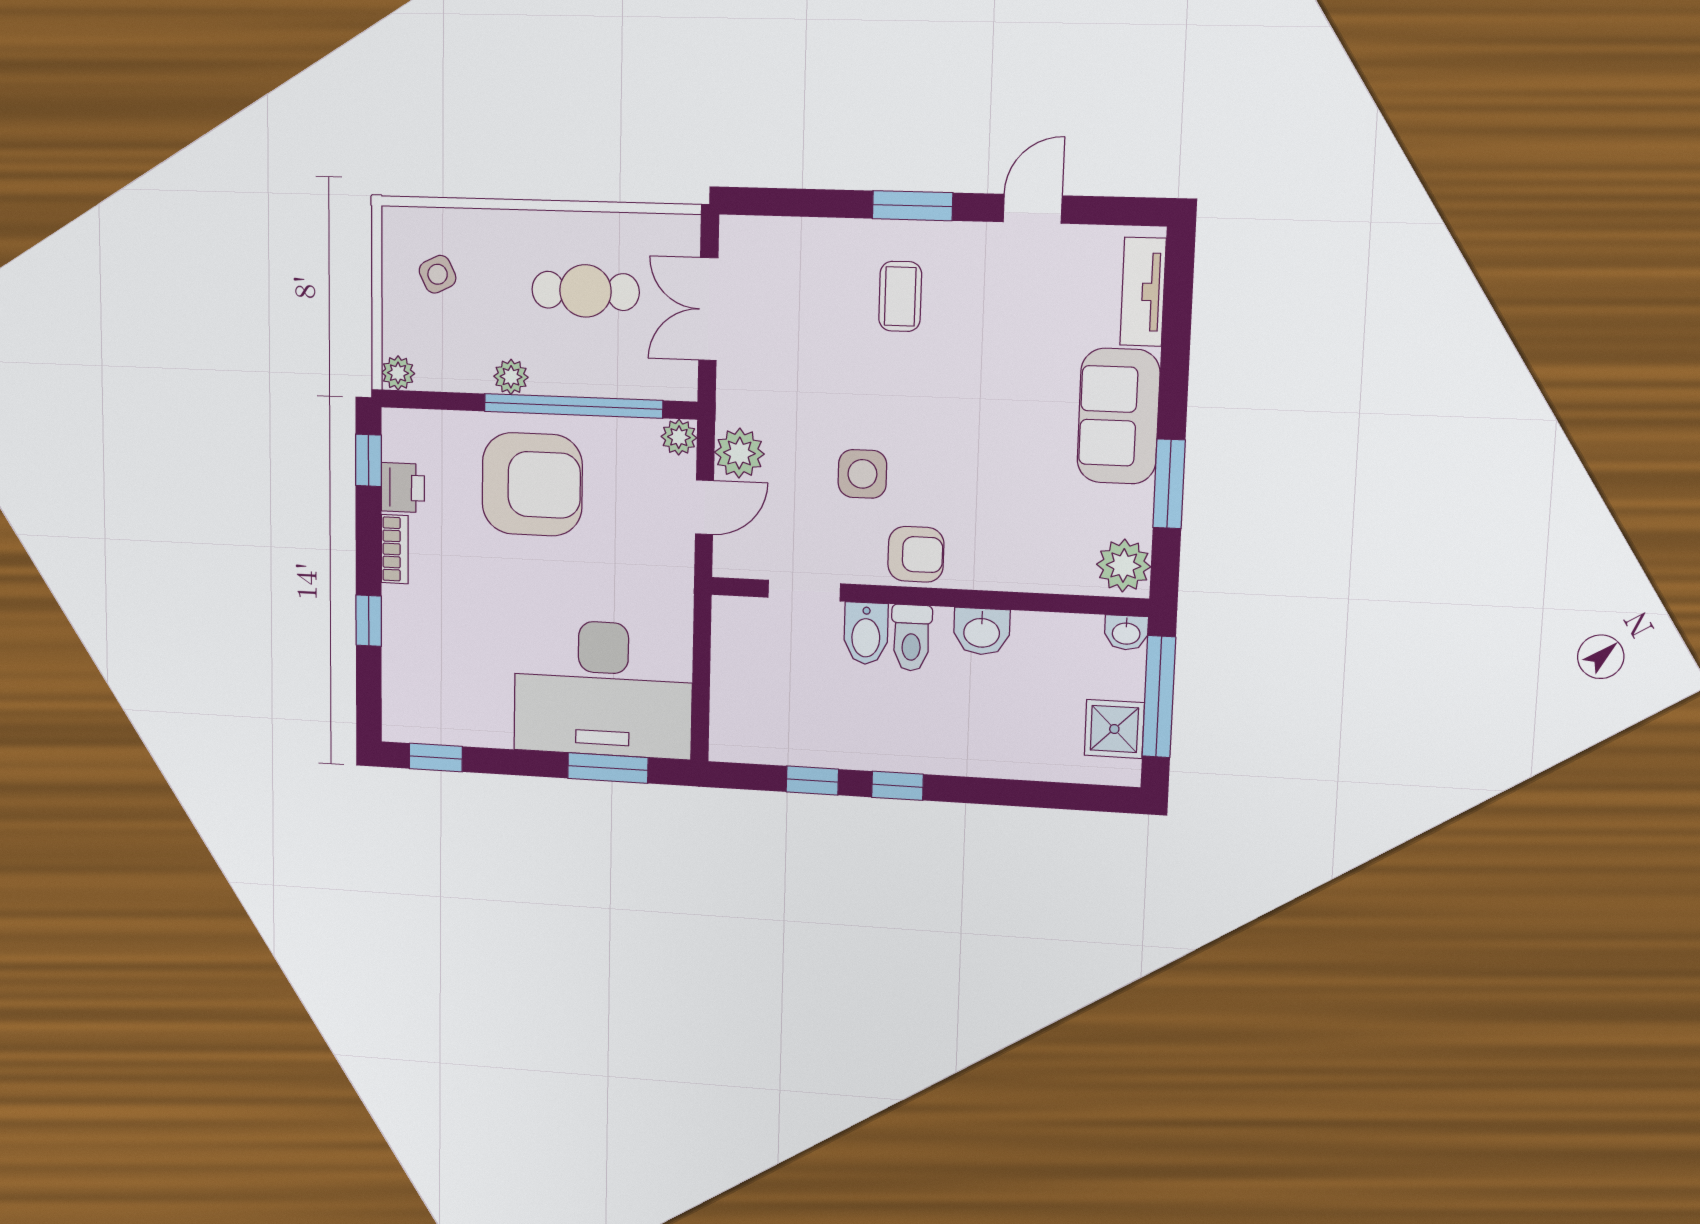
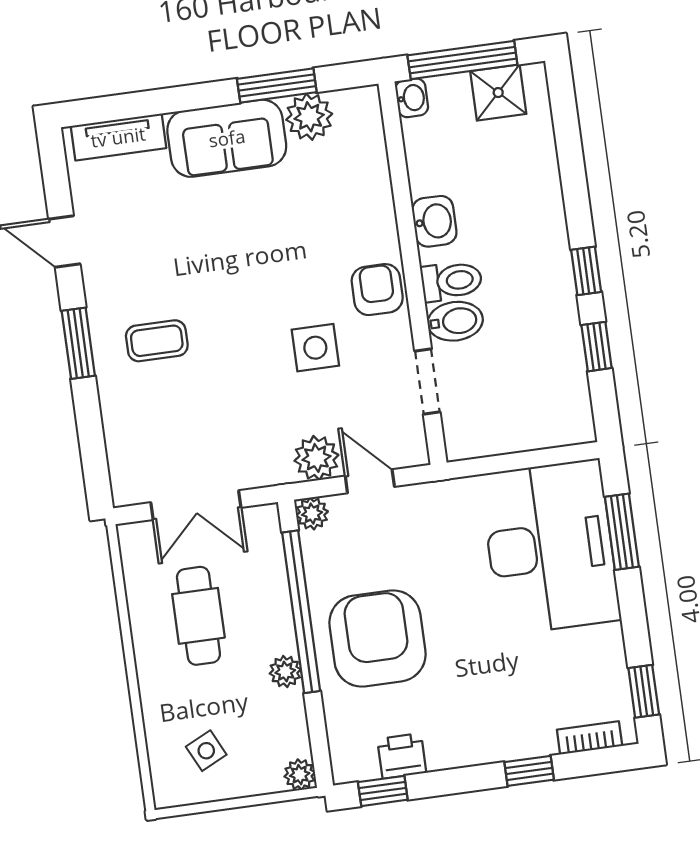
bookcase: (395, 549) -> (590, 738), moved
plant: (1124, 566) -> (309, 117), moved

